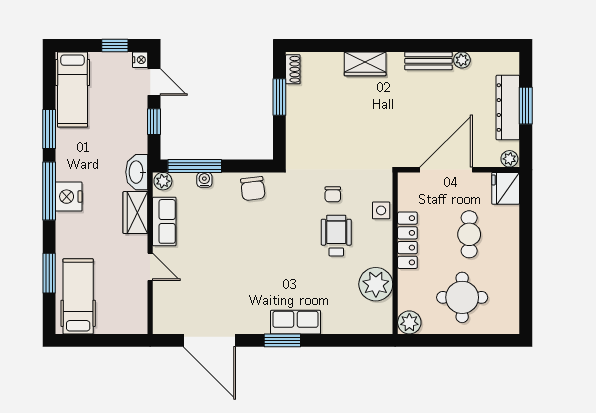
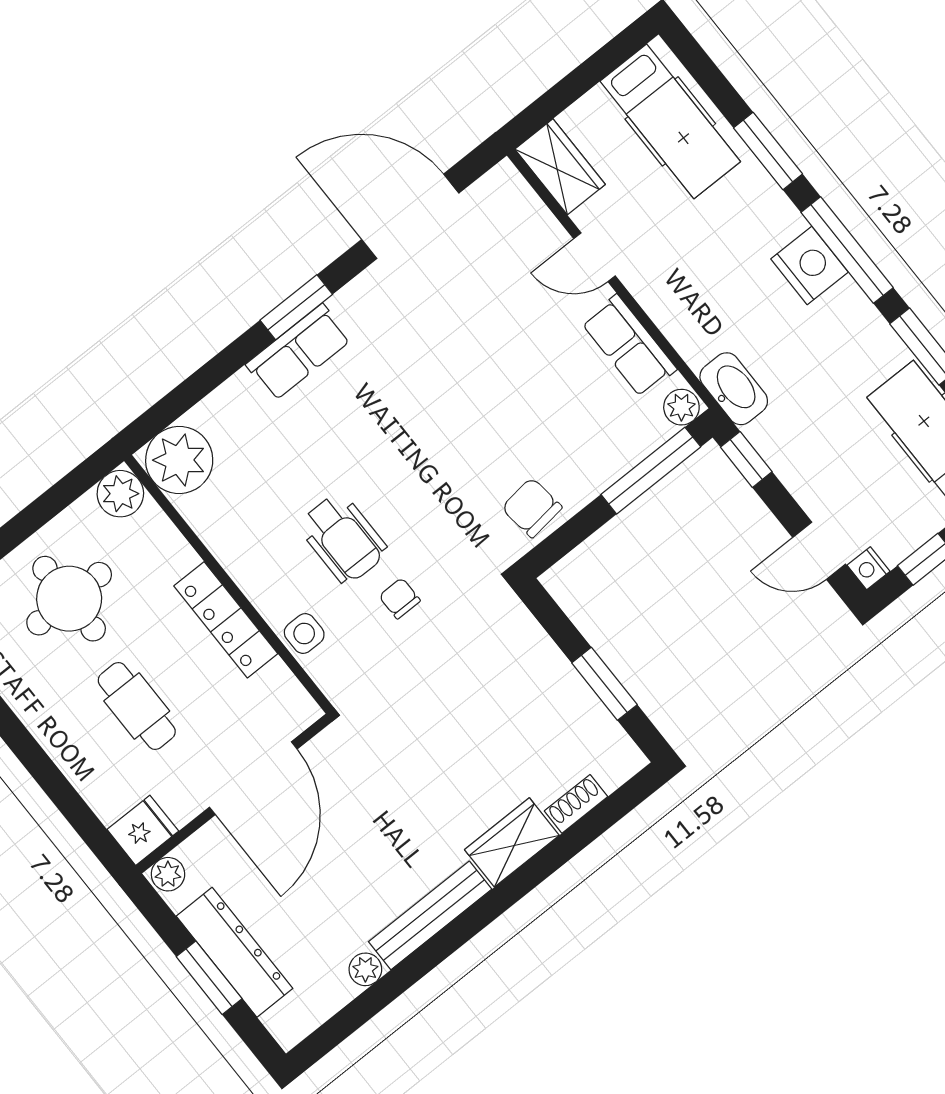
bench: (428, 61) -> (430, 915), width x1.36
shoe rack: (293, 69) -> (576, 804), moved, turned 90
window: (154, 122) -> (746, 459), moved
water cooler: (204, 180) -> (618, 461), removed
fridge: (506, 188) -> (143, 830), width x0.72
wardrobe: (135, 213) -> (560, 167), moved
window: (49, 273) -> (768, 151), moved
plant: (376, 284) -> (179, 460), moved

